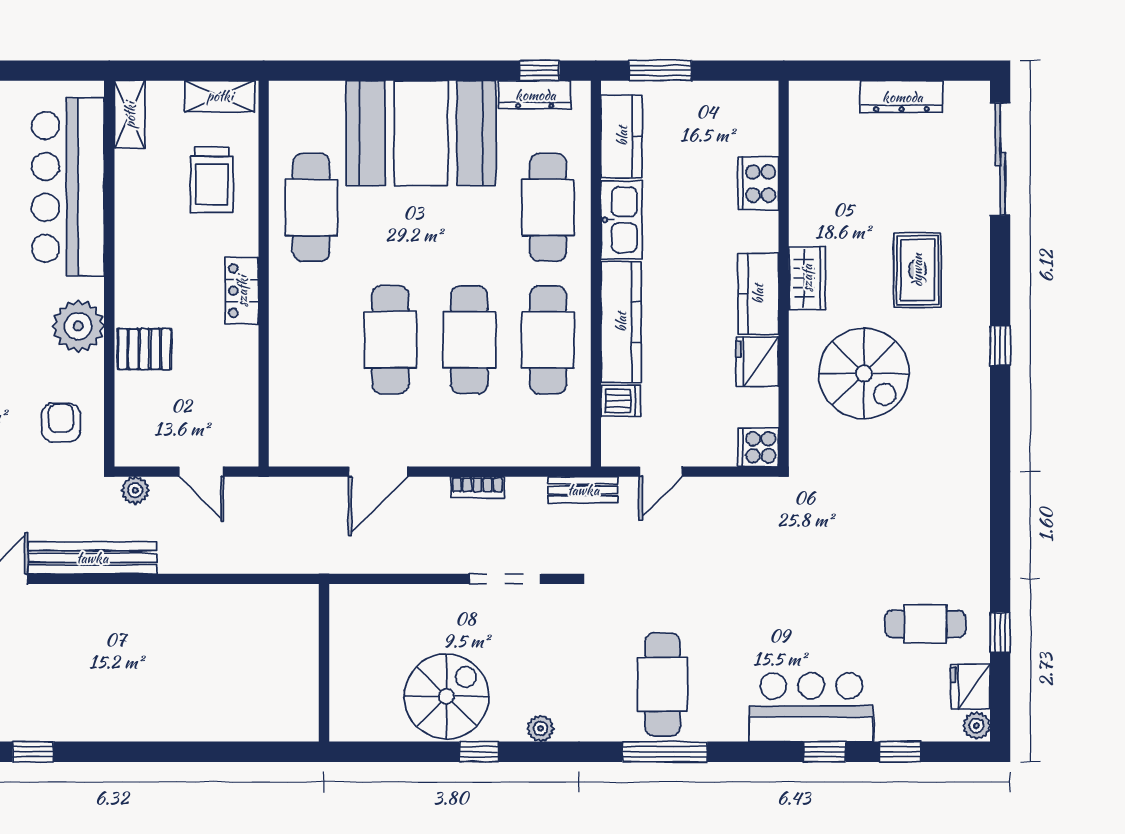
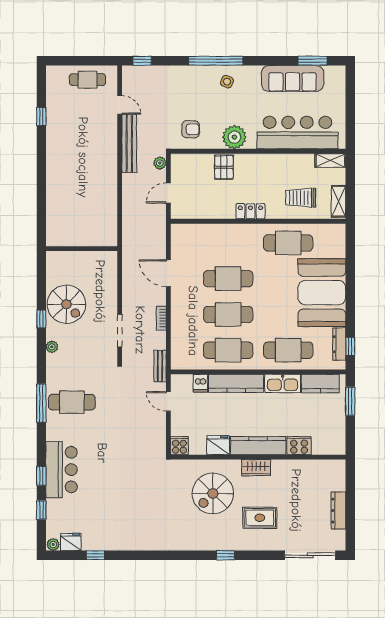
kitchen counter: (758, 294) -> (258, 446), width x1.50
cafe table: (925, 624) -> (99, 521), removed

